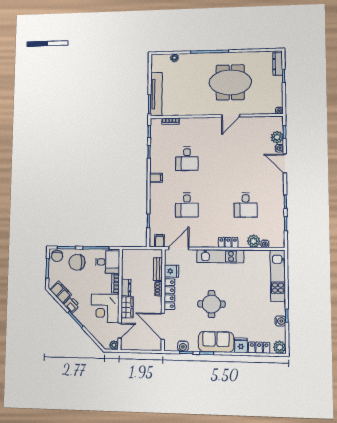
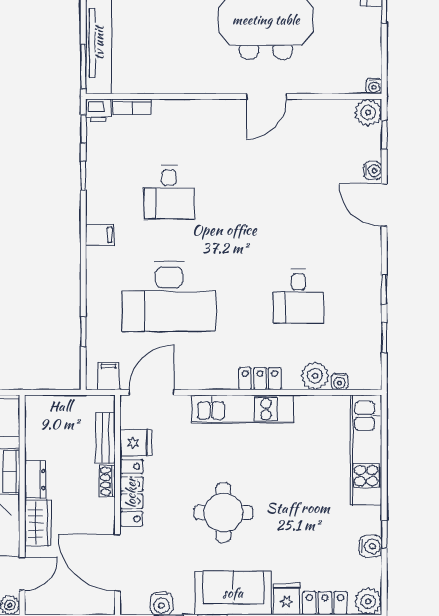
printer: (156, 123) -> (98, 110), added
plant: (277, 137) -> (368, 112), moved
desk: (187, 205) -> (169, 296), width x1.87, depth x1.30

